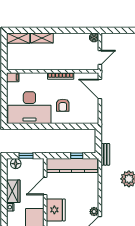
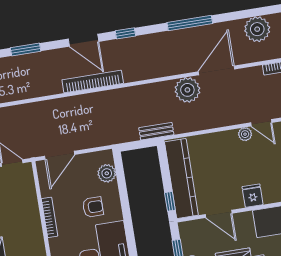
plant: (83, 118) -> (107, 173), added
window: (77, 156) -> (170, 201), moved
fridge: (56, 210) -> (253, 196), width x0.53, depth x0.75

